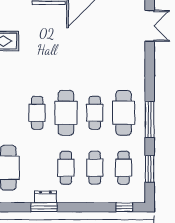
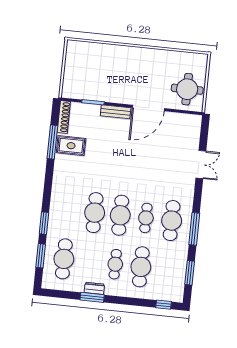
double door: (150, 26) -> (201, 165), moved
cafe table: (37, 113) -> (95, 213), width x1.37, depth x1.35
cafe table: (95, 168) -> (141, 267), width x1.37, depth x1.35
cafe table: (124, 168) -> (167, 269), removed

